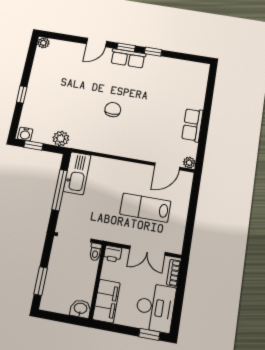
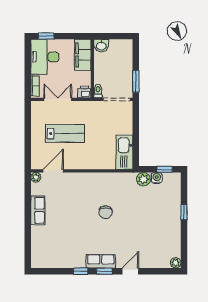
water cooler: (25, 134) -> (157, 178), moved
window: (60, 190) -> (136, 136), removed
window: (41, 281) -> (136, 81), moved

